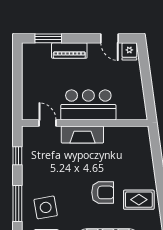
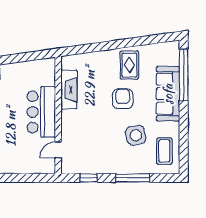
fireplace: (82, 135) -> (69, 90), moved
side table: (46, 207) -> (136, 135), moved

